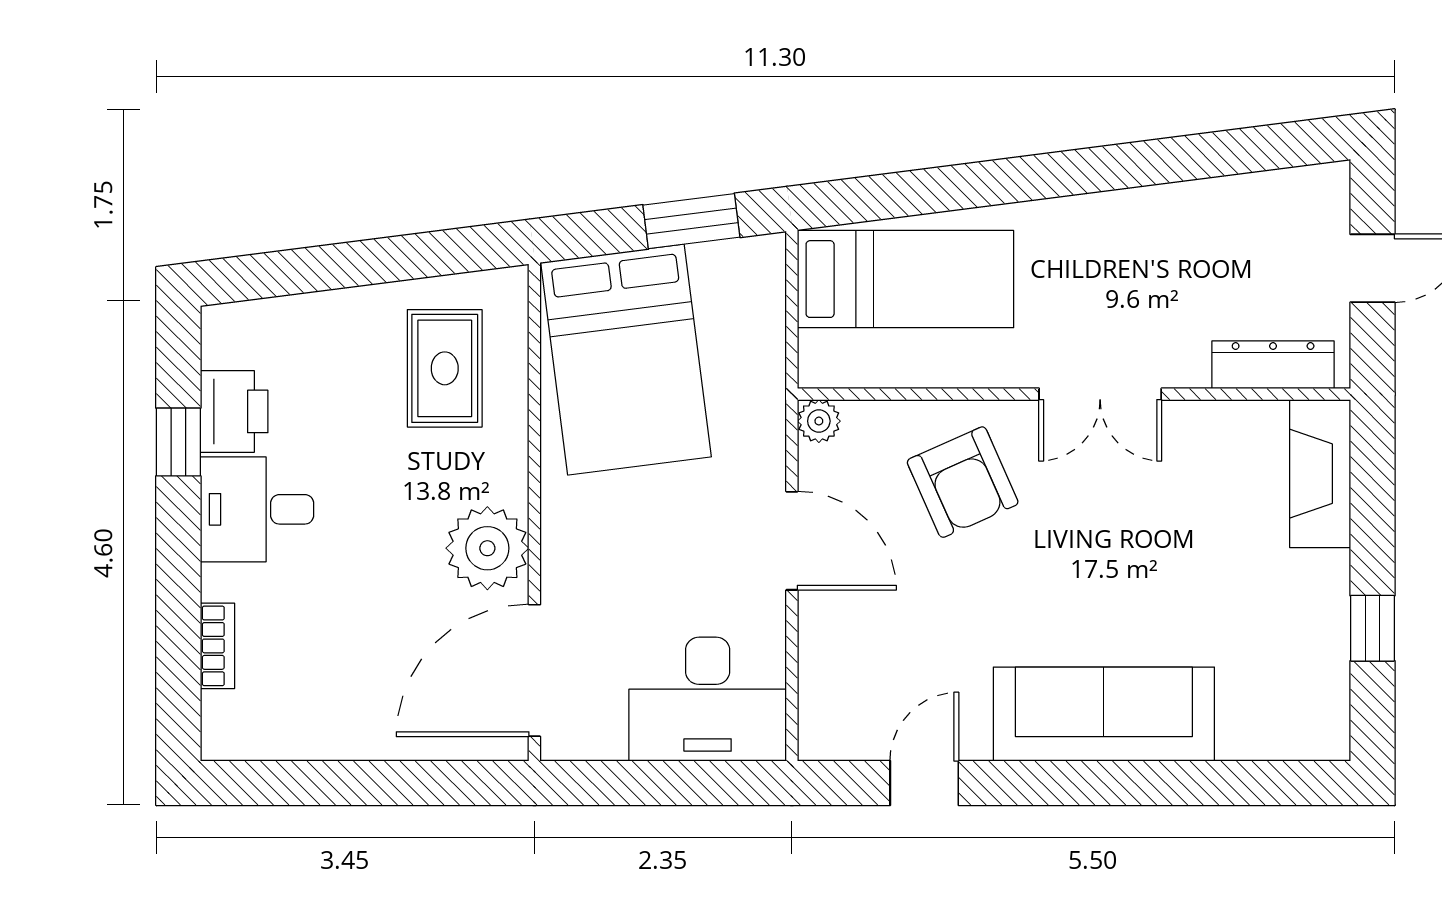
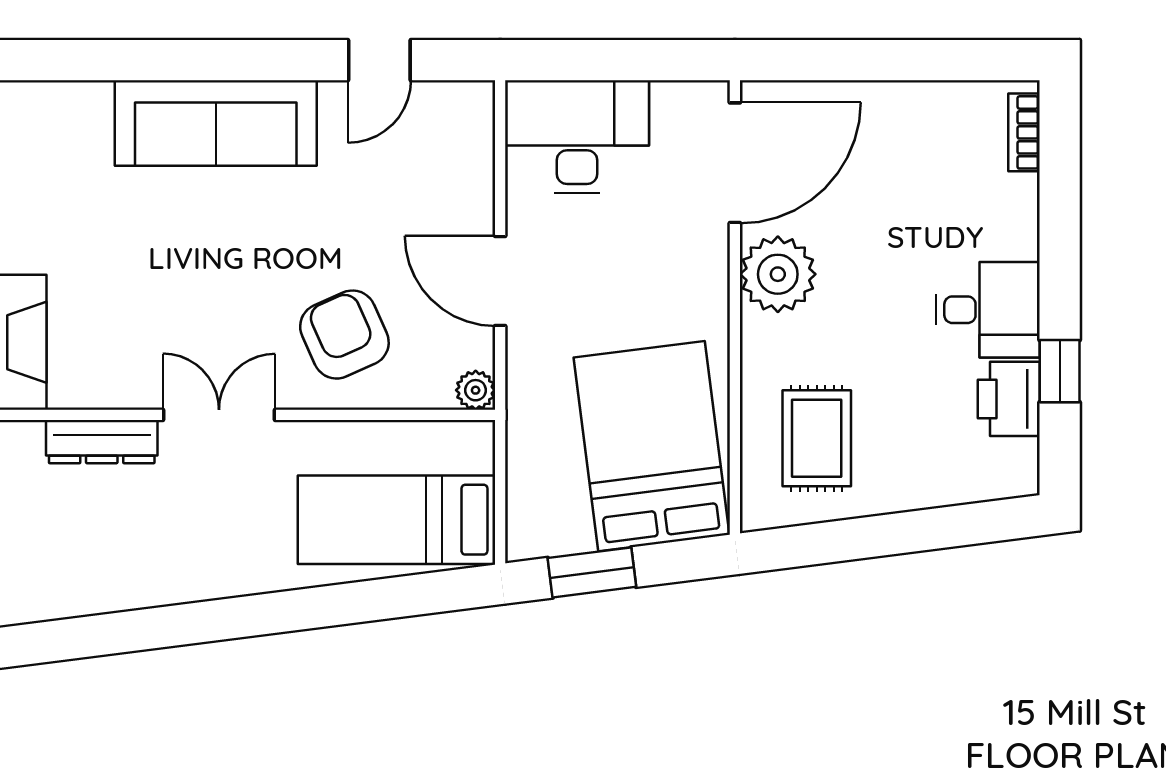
dresser: (1273, 365) -> (102, 442), moved
bookcase: (217, 646) -> (1024, 132), moved

